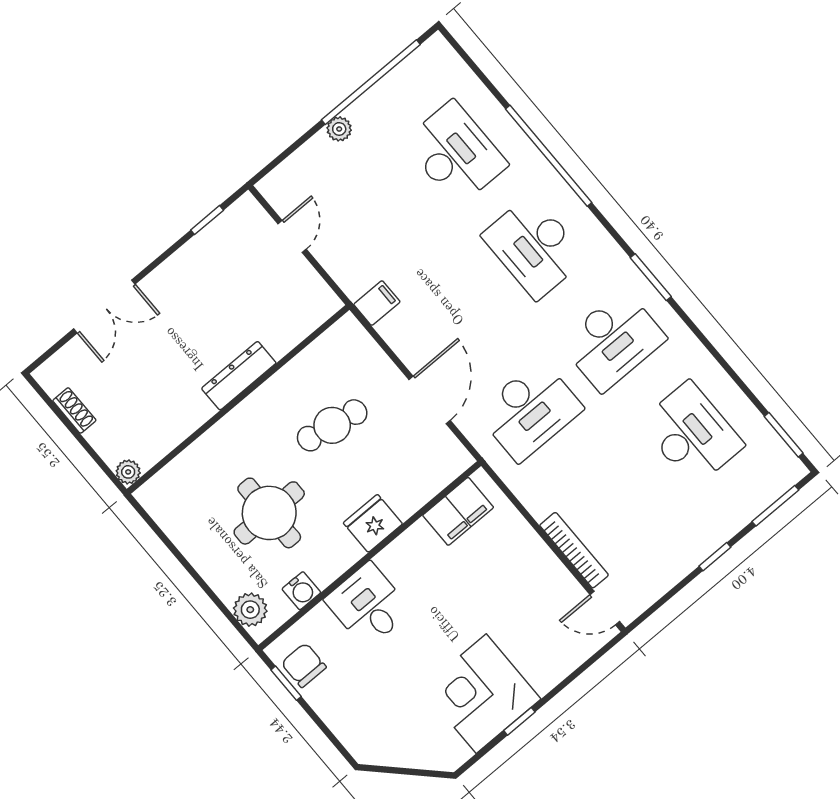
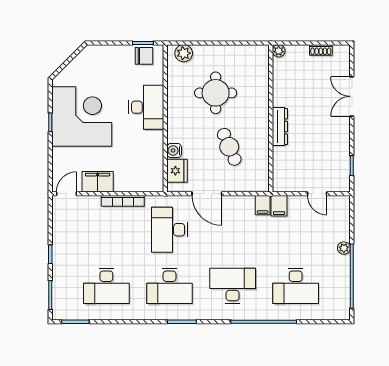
filing cabinet: (357, 278) -> (279, 206), added
desk: (613, 340) -> (169, 286), turned -90
cafe table: (332, 425) -> (229, 147), turned -33
filing cabinet: (458, 511) -> (98, 182), moved, turned 90
fridge: (373, 523) -> (177, 171), moved
bookcase: (574, 550) -> (123, 201), moved
water cooler: (301, 591) -> (174, 150), moved
desk: (368, 605) -> (146, 107), width x1.37
corner desk: (481, 694) -> (82, 116), width x1.36, depth x1.36

